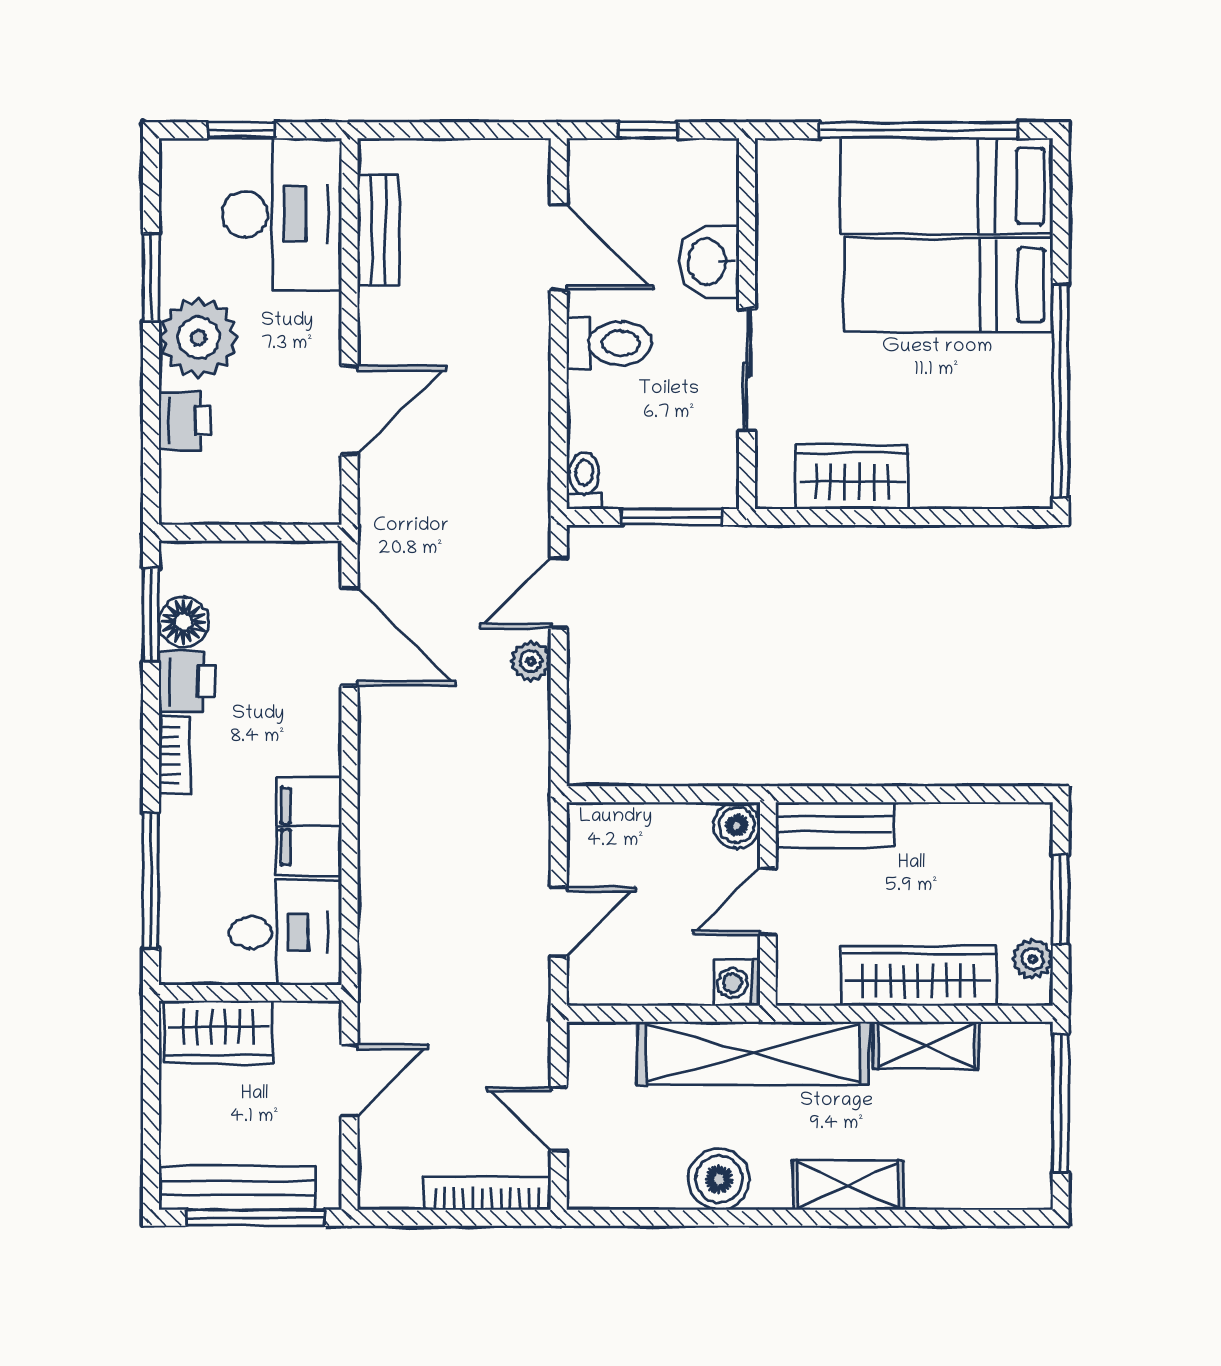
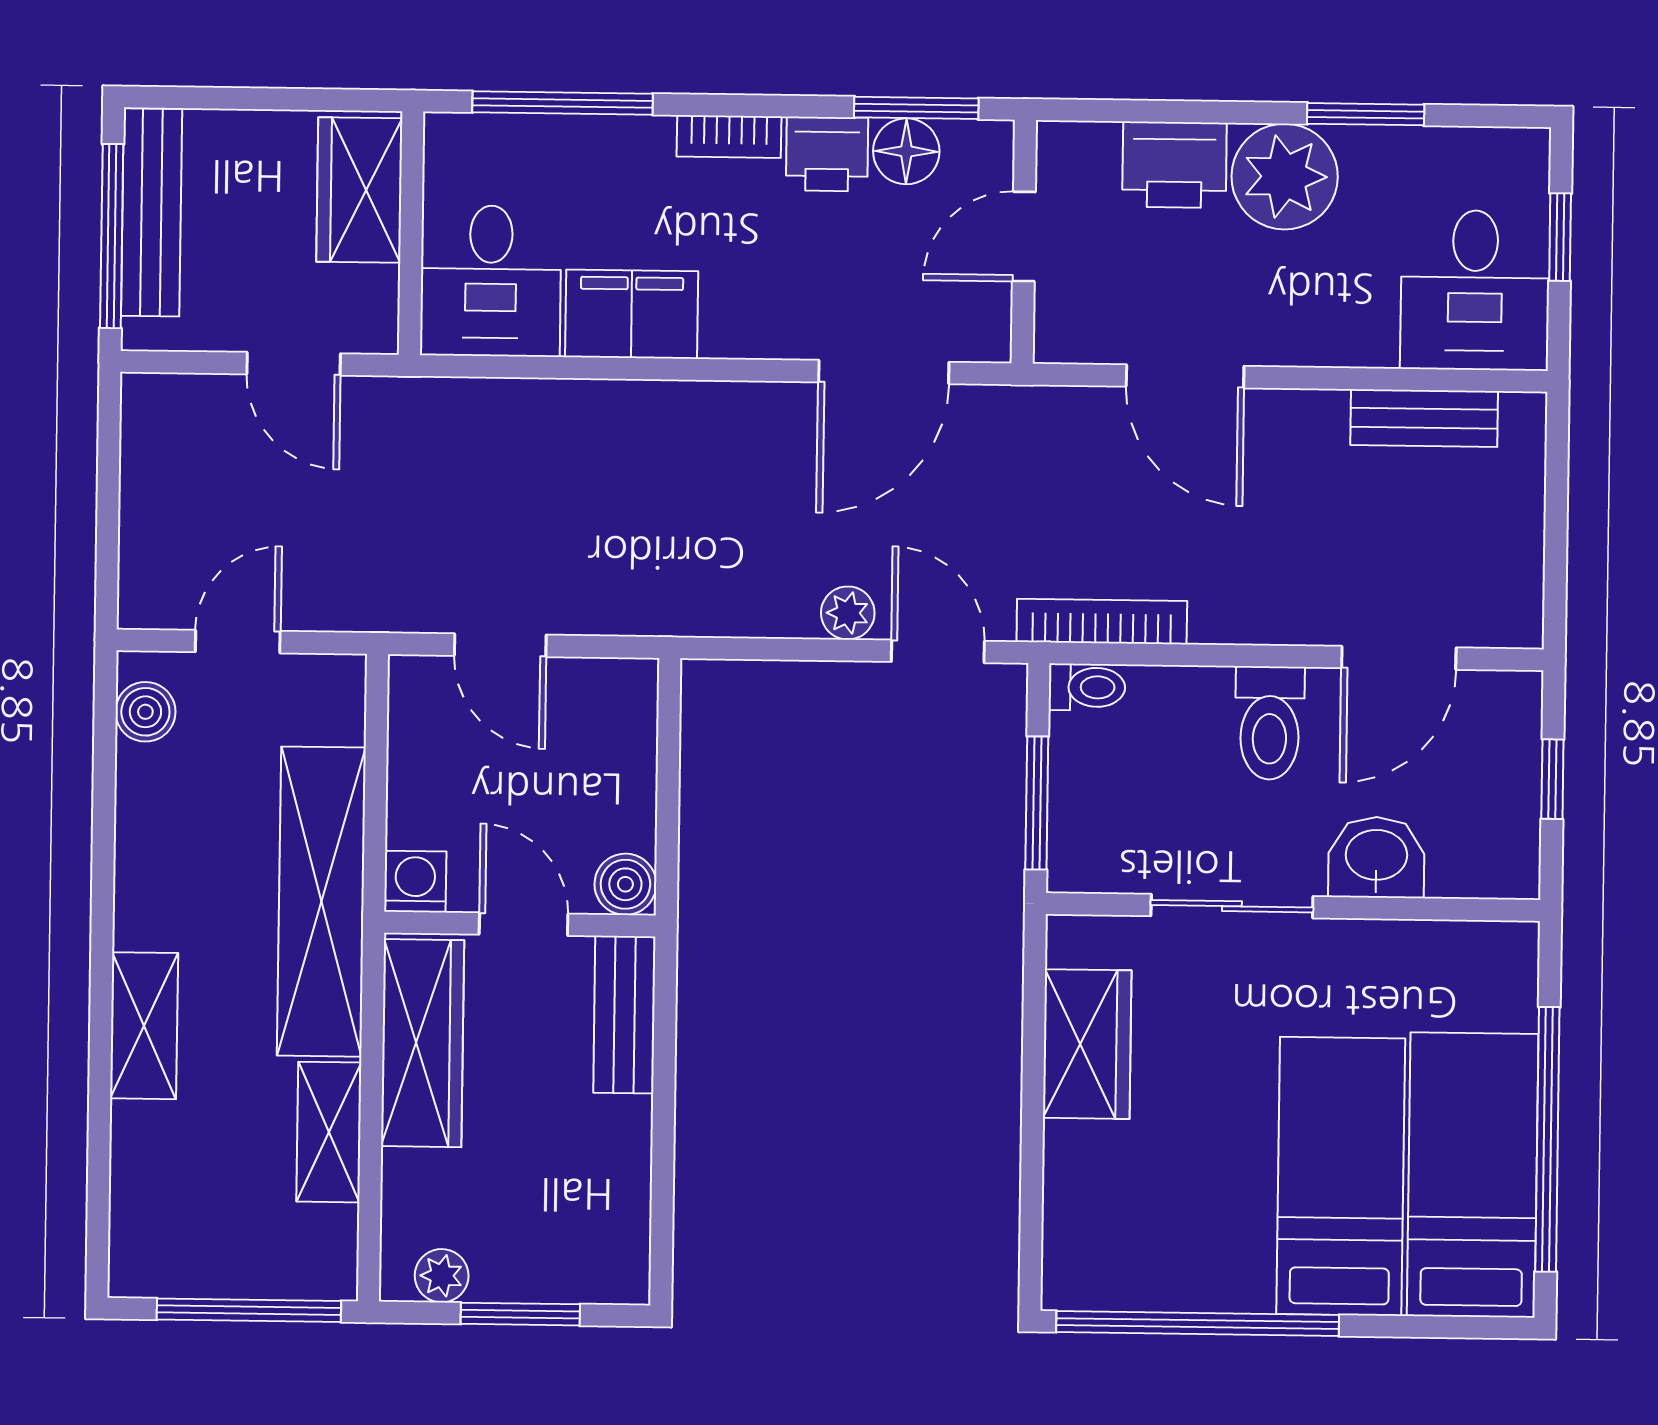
desk: (282, 214) -> (1475, 290), width x0.73
printer: (185, 420) -> (1174, 165), width x1.36, depth x1.24
door: (246, 533) -> (1024, 237), added
wardrobe: (918, 976) -> (423, 1043), moved
boiler: (719, 1179) -> (145, 712), moved, width x0.73, depth x0.73
bookcase: (487, 1194) -> (1102, 621), moved, turned -90

